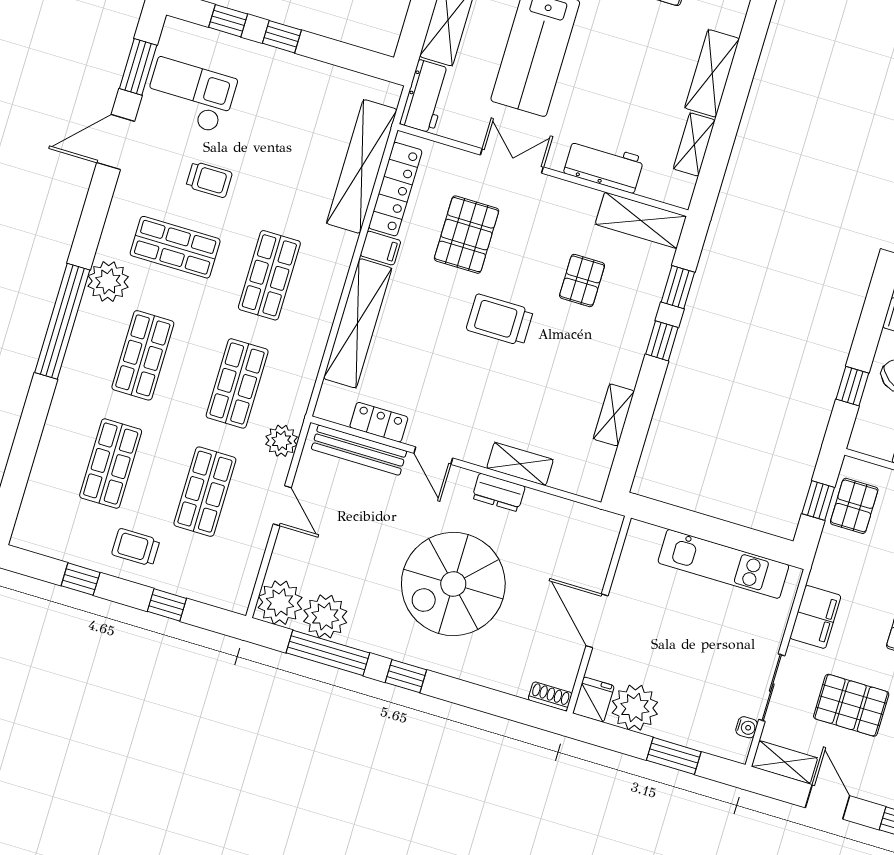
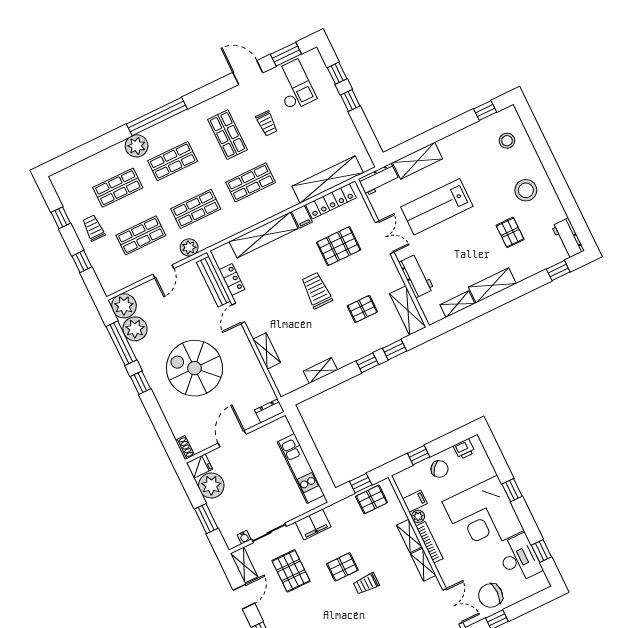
plant: (108, 281) -> (137, 146), moved
dresser: (499, 492) -> (269, 411), moved, turned 90

